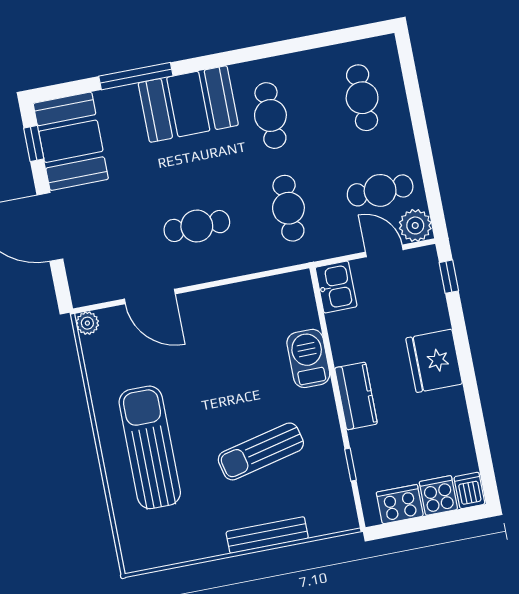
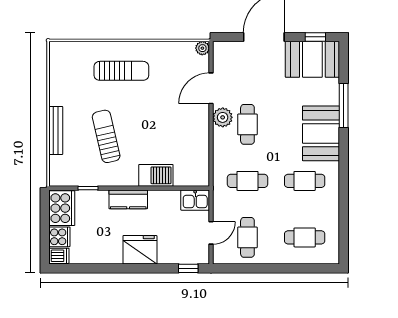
plant: (415, 225) -> (223, 117), moved
sun lounger: (150, 447) -> (121, 71), width x0.73, depth x0.75
cooker: (400, 504) -> (62, 208), width x1.37, depth x1.31

